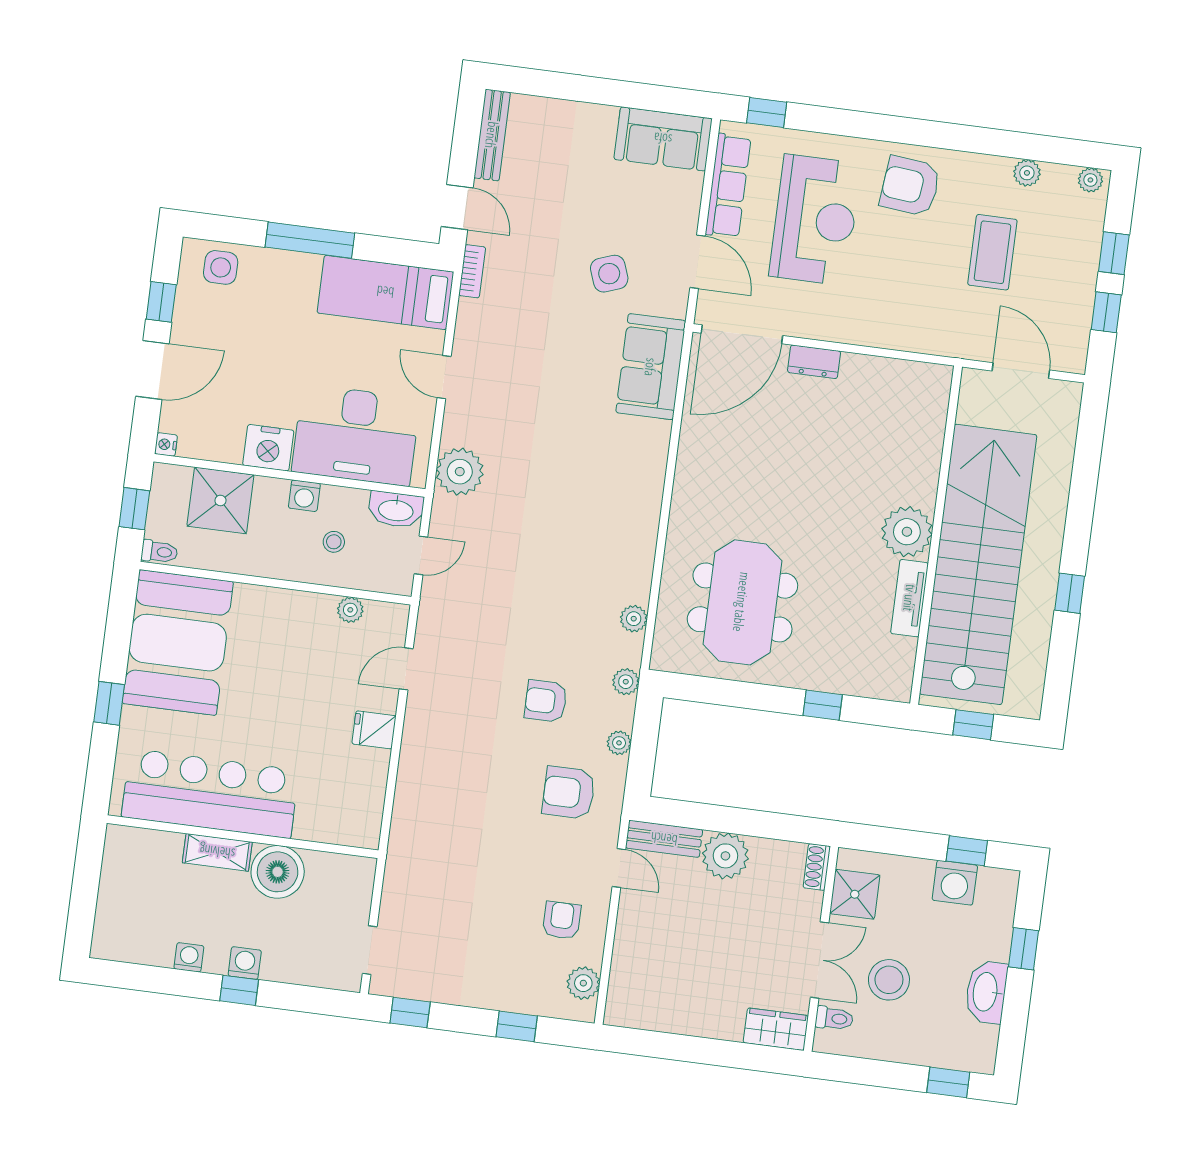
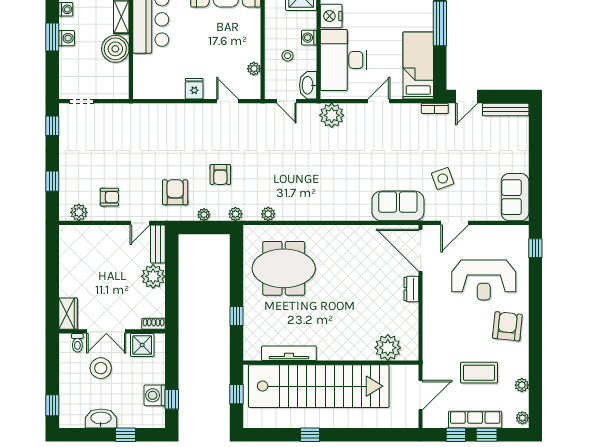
row of seats: (728, 186) -> (475, 420), moved, turned 180
plant: (907, 532) -> (388, 348), moved
tv unit: (910, 598) -> (289, 353), width x1.41
armchair: (546, 701) -> (220, 174), turned 180
window: (239, 990) -> (52, 37), width x1.50

